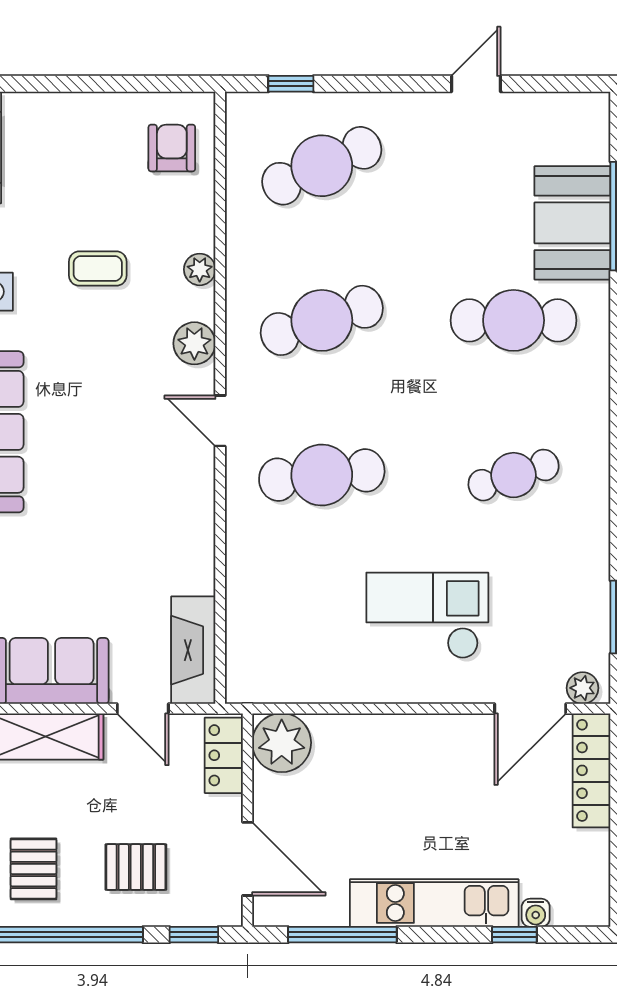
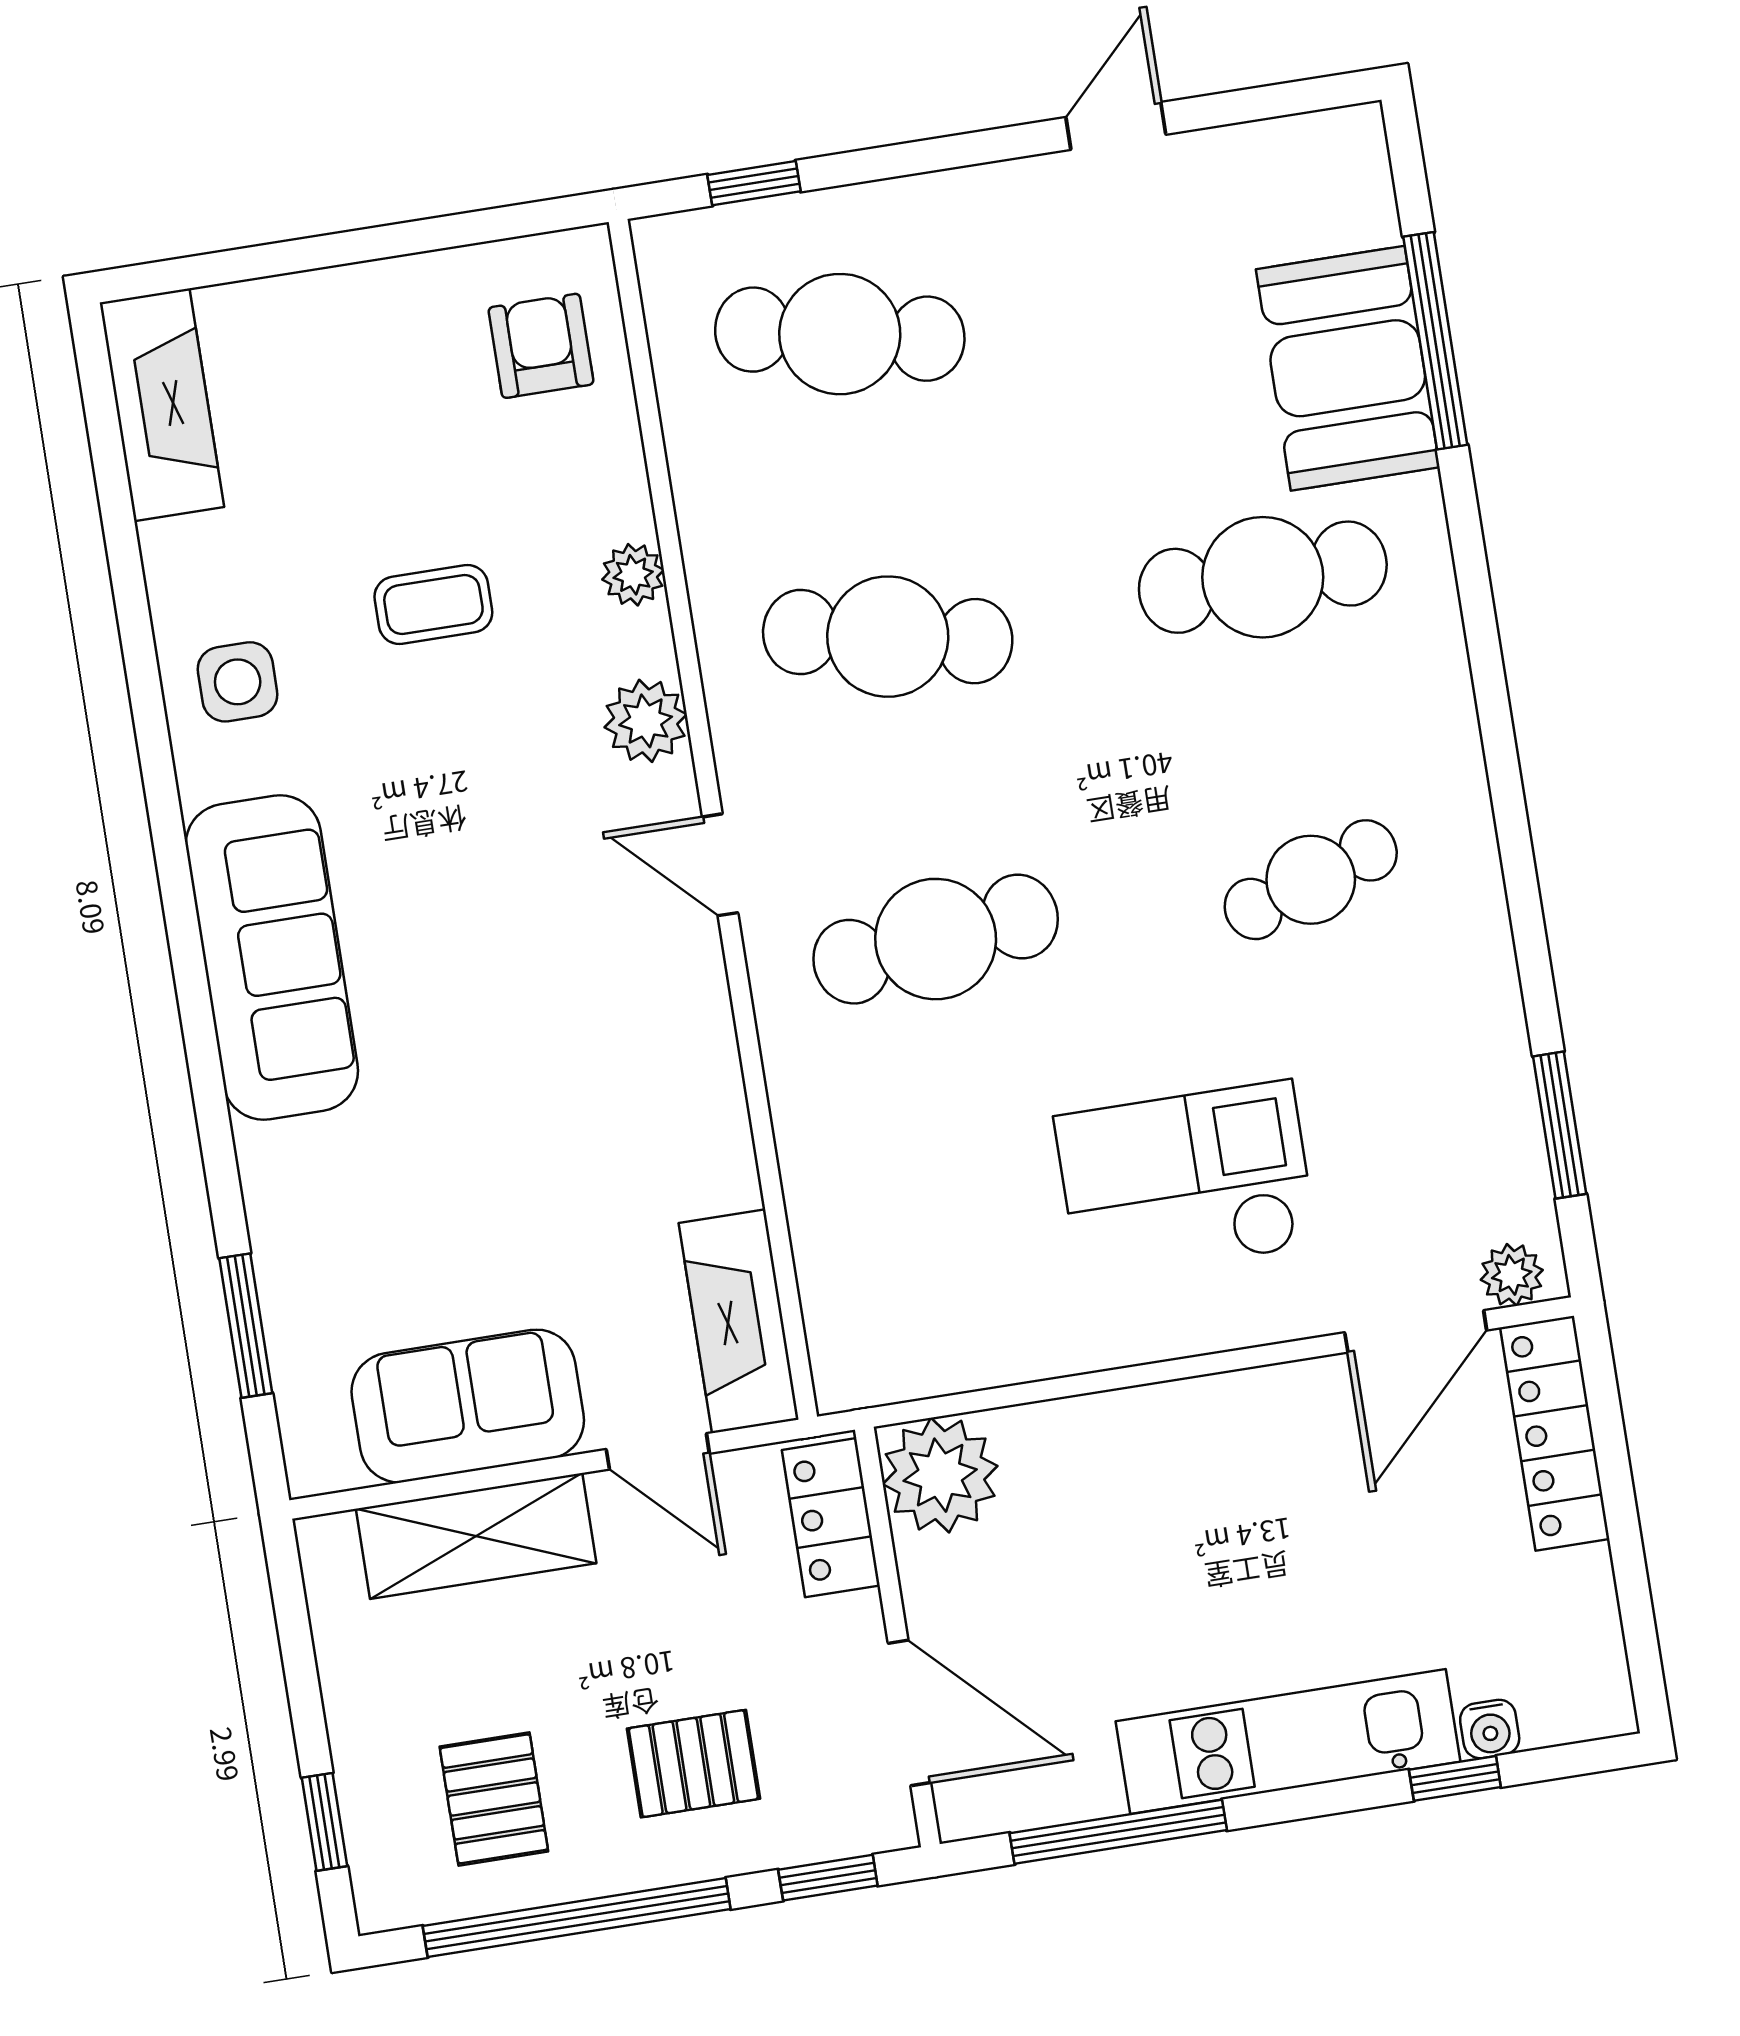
cafe table: (322, 166) -> (840, 334), turned 36
cafe table: (322, 320) -> (888, 637), turned 30

